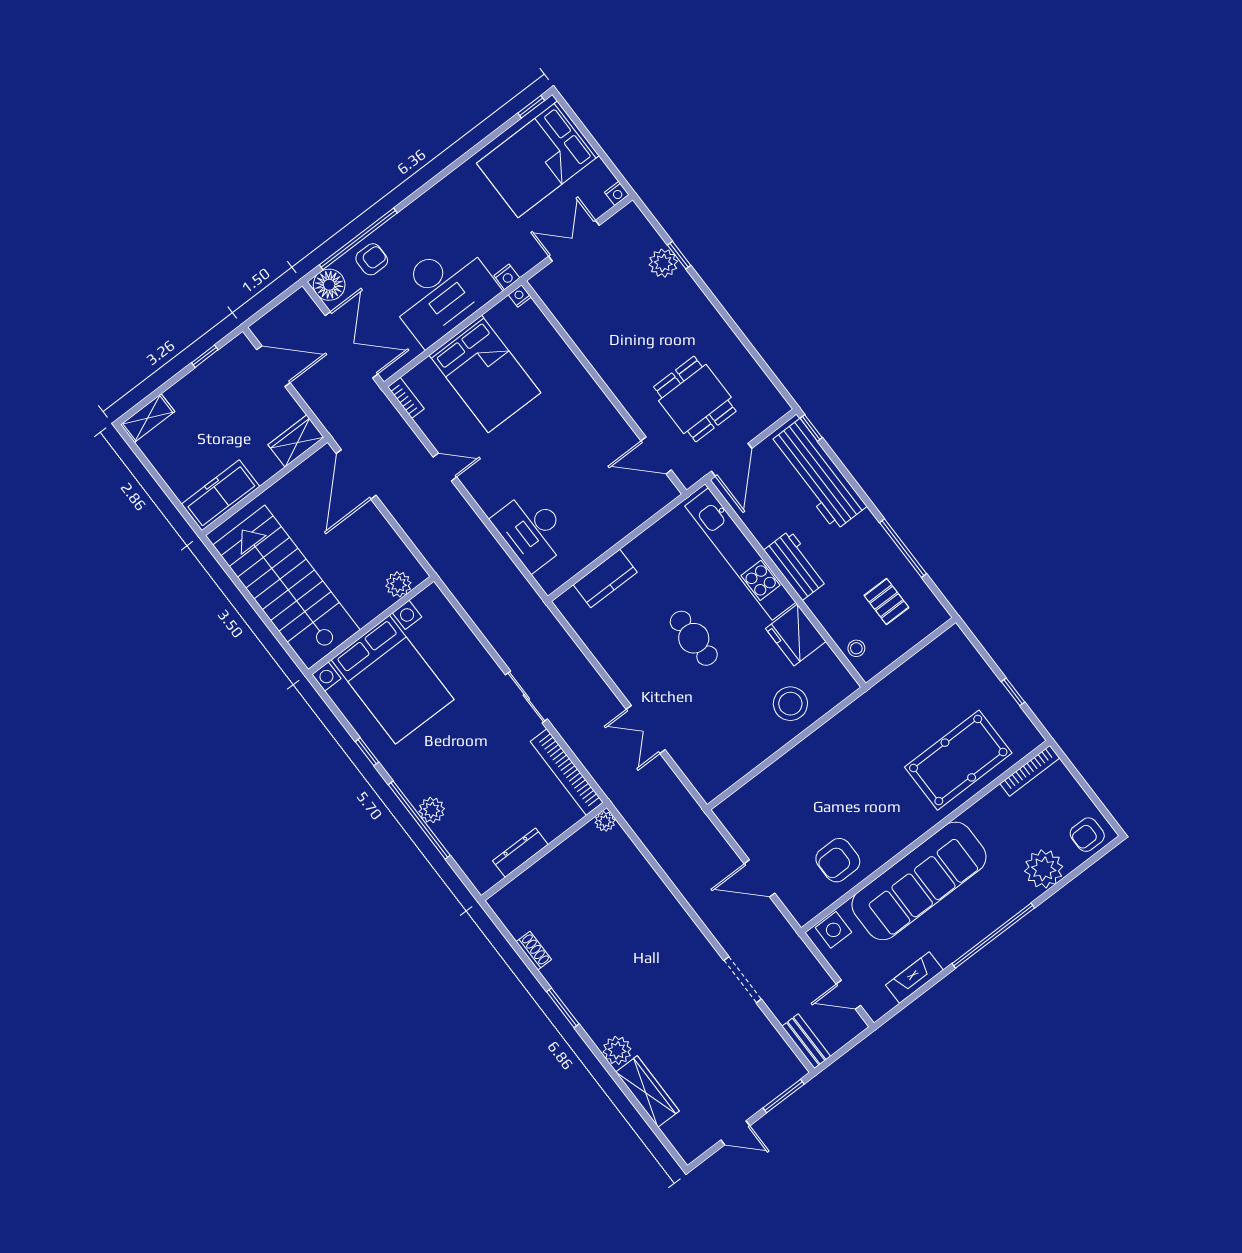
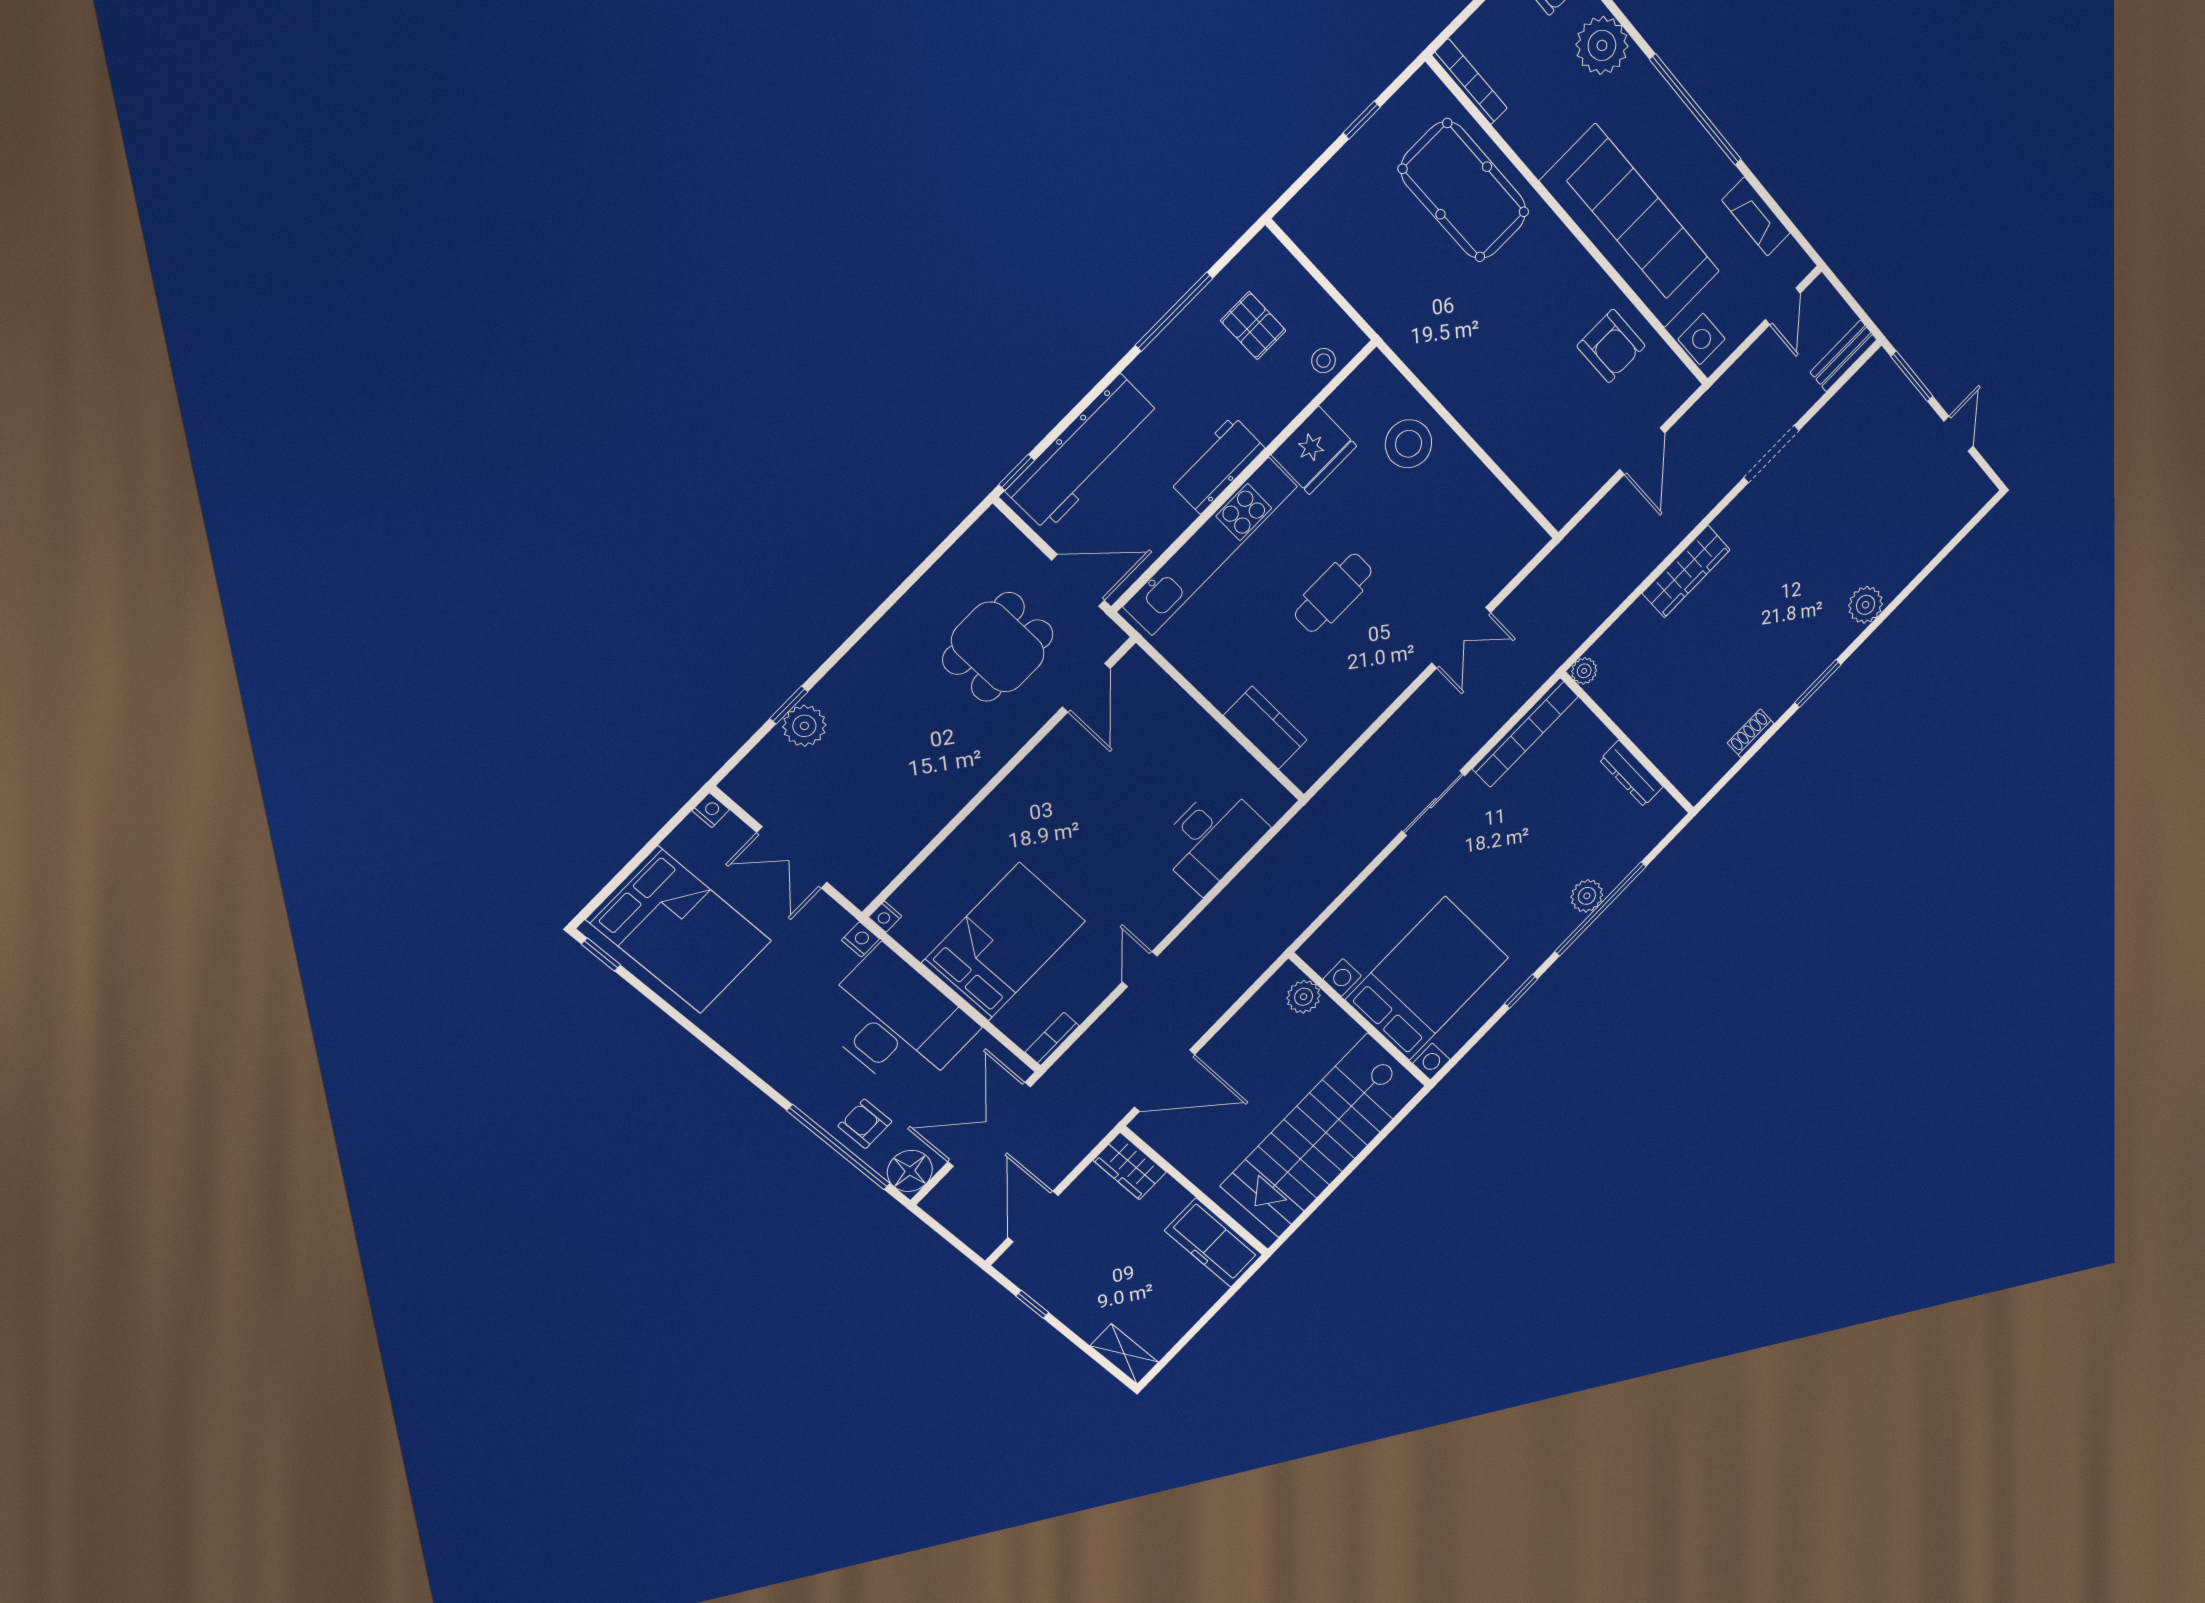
pallet: (887, 602) -> (1253, 326), turned 90
wardrobe: (647, 1091) -> (1686, 572), moved, turned 180

